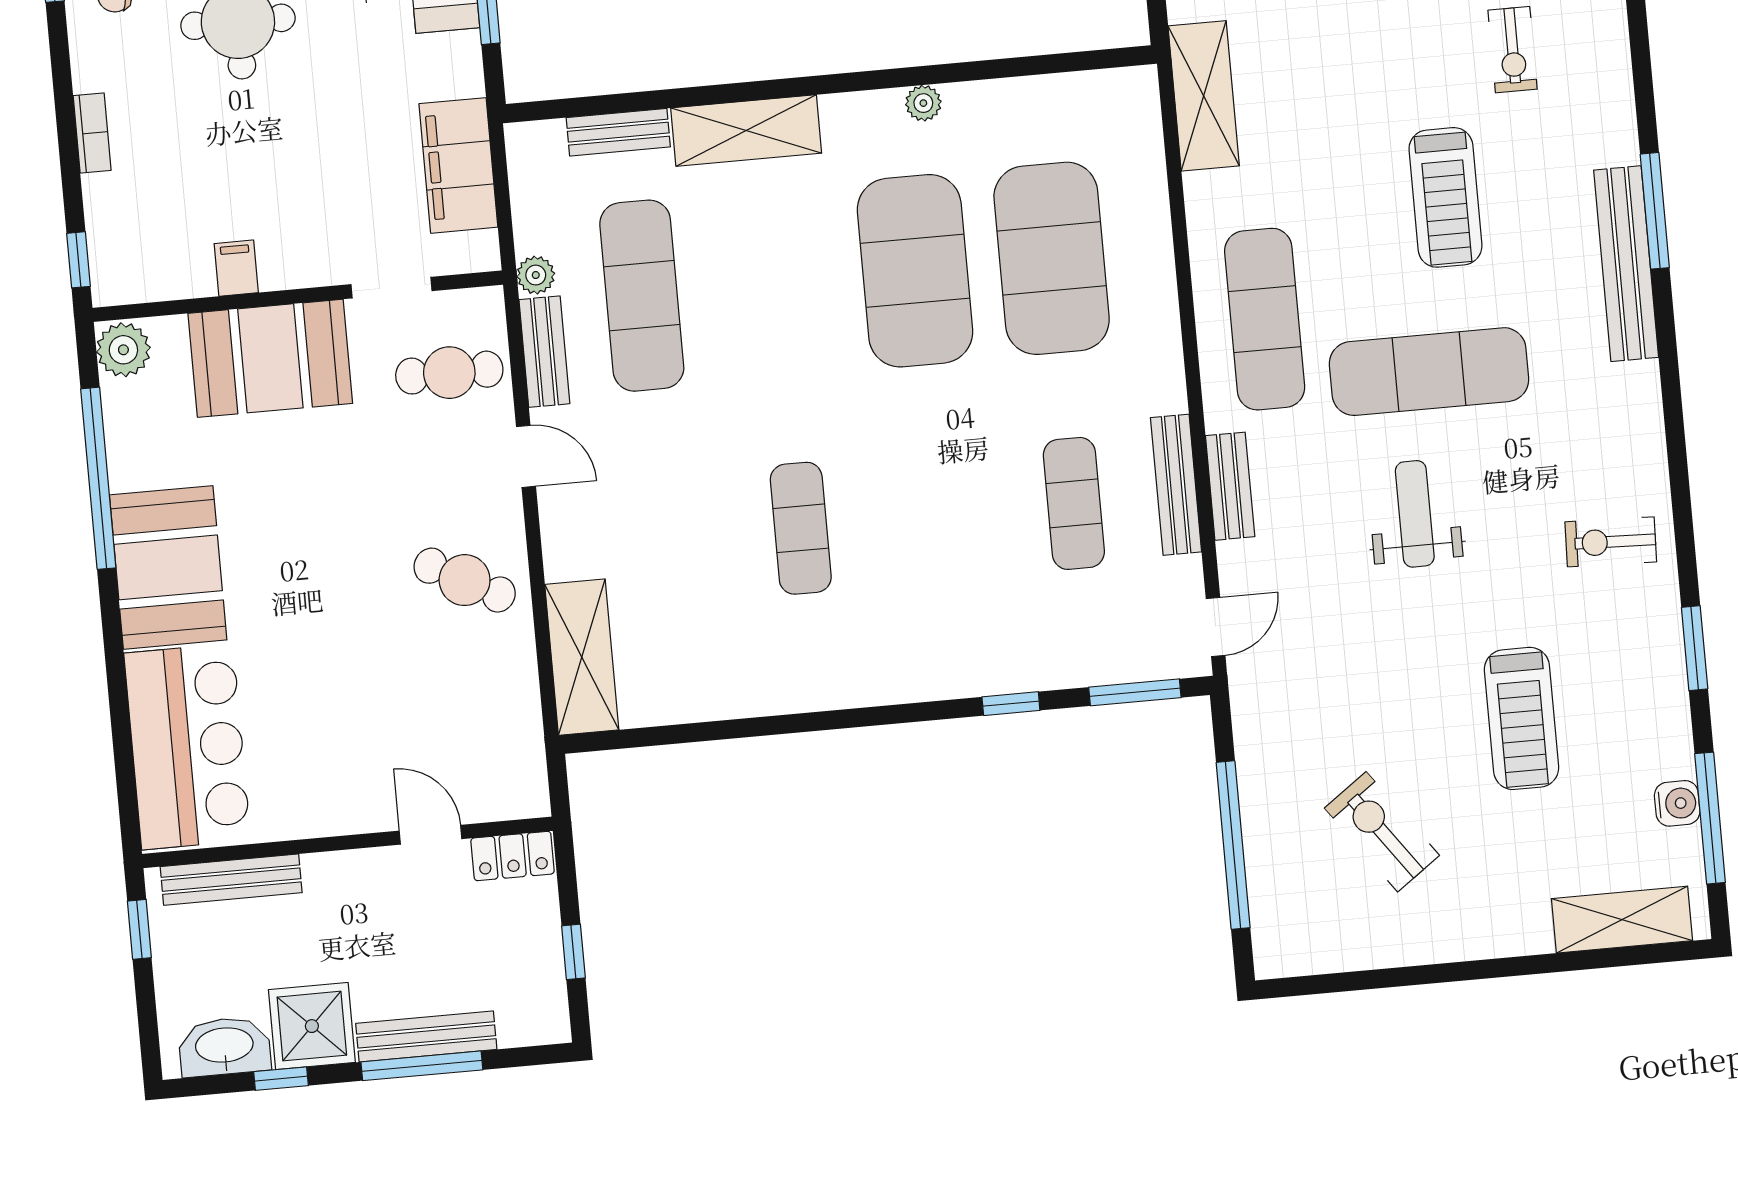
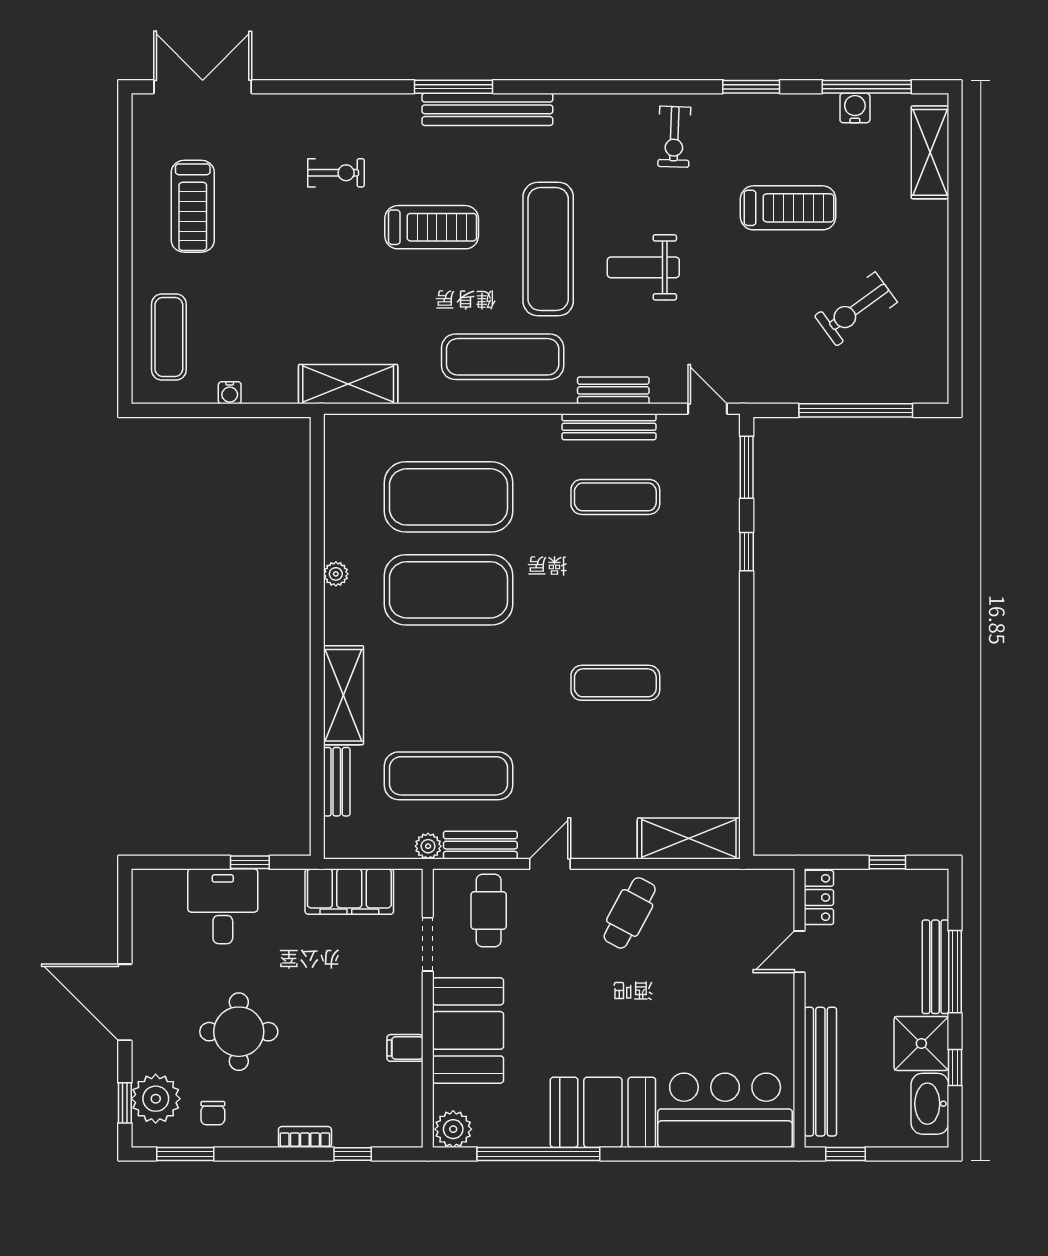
window: (78, 260) -> (353, 1154), moved
bench: (231, 880) -> (820, 1072), width x1.37, depth x1.21

